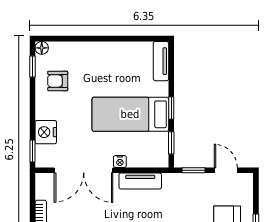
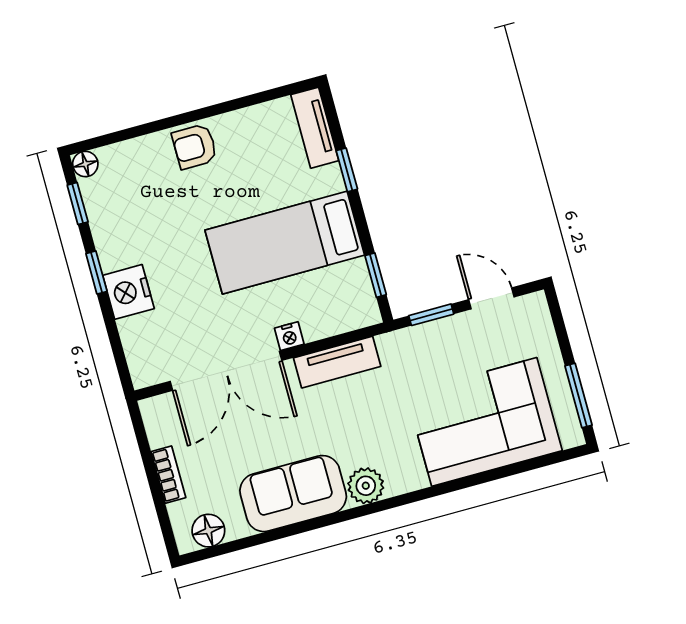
armchair: (58, 81) -> (195, 146), moved
window: (171, 108) -> (347, 170), moved
nightstand: (46, 132) -> (128, 292), moved
window: (32, 151) -> (96, 272), moved

